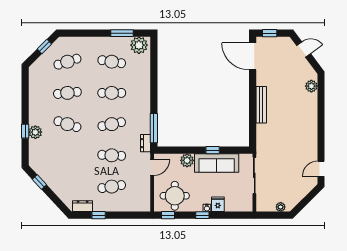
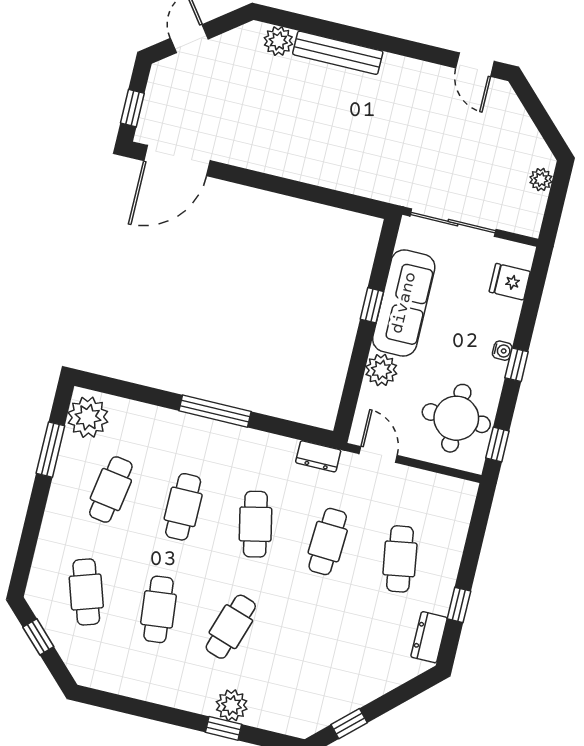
bench: (261, 105) -> (338, 53), moved
window: (154, 128) -> (215, 411), moved
fridge: (218, 204) -> (510, 282), moved

